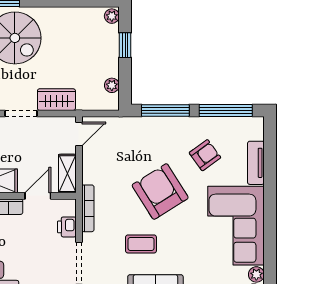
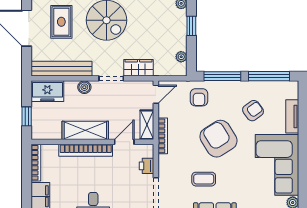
armchair: (135, 138) -> (199, 97), added
bookcase: (88, 208) -> (163, 136), moved

